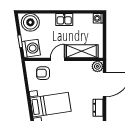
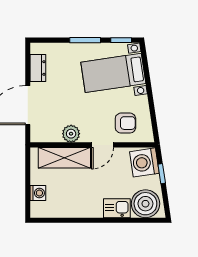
washing machine: (98, 18) -> (38, 193), moved
kitchen sink: (64, 20) -> (117, 208), moved
plant: (97, 66) -> (71, 134), moved

